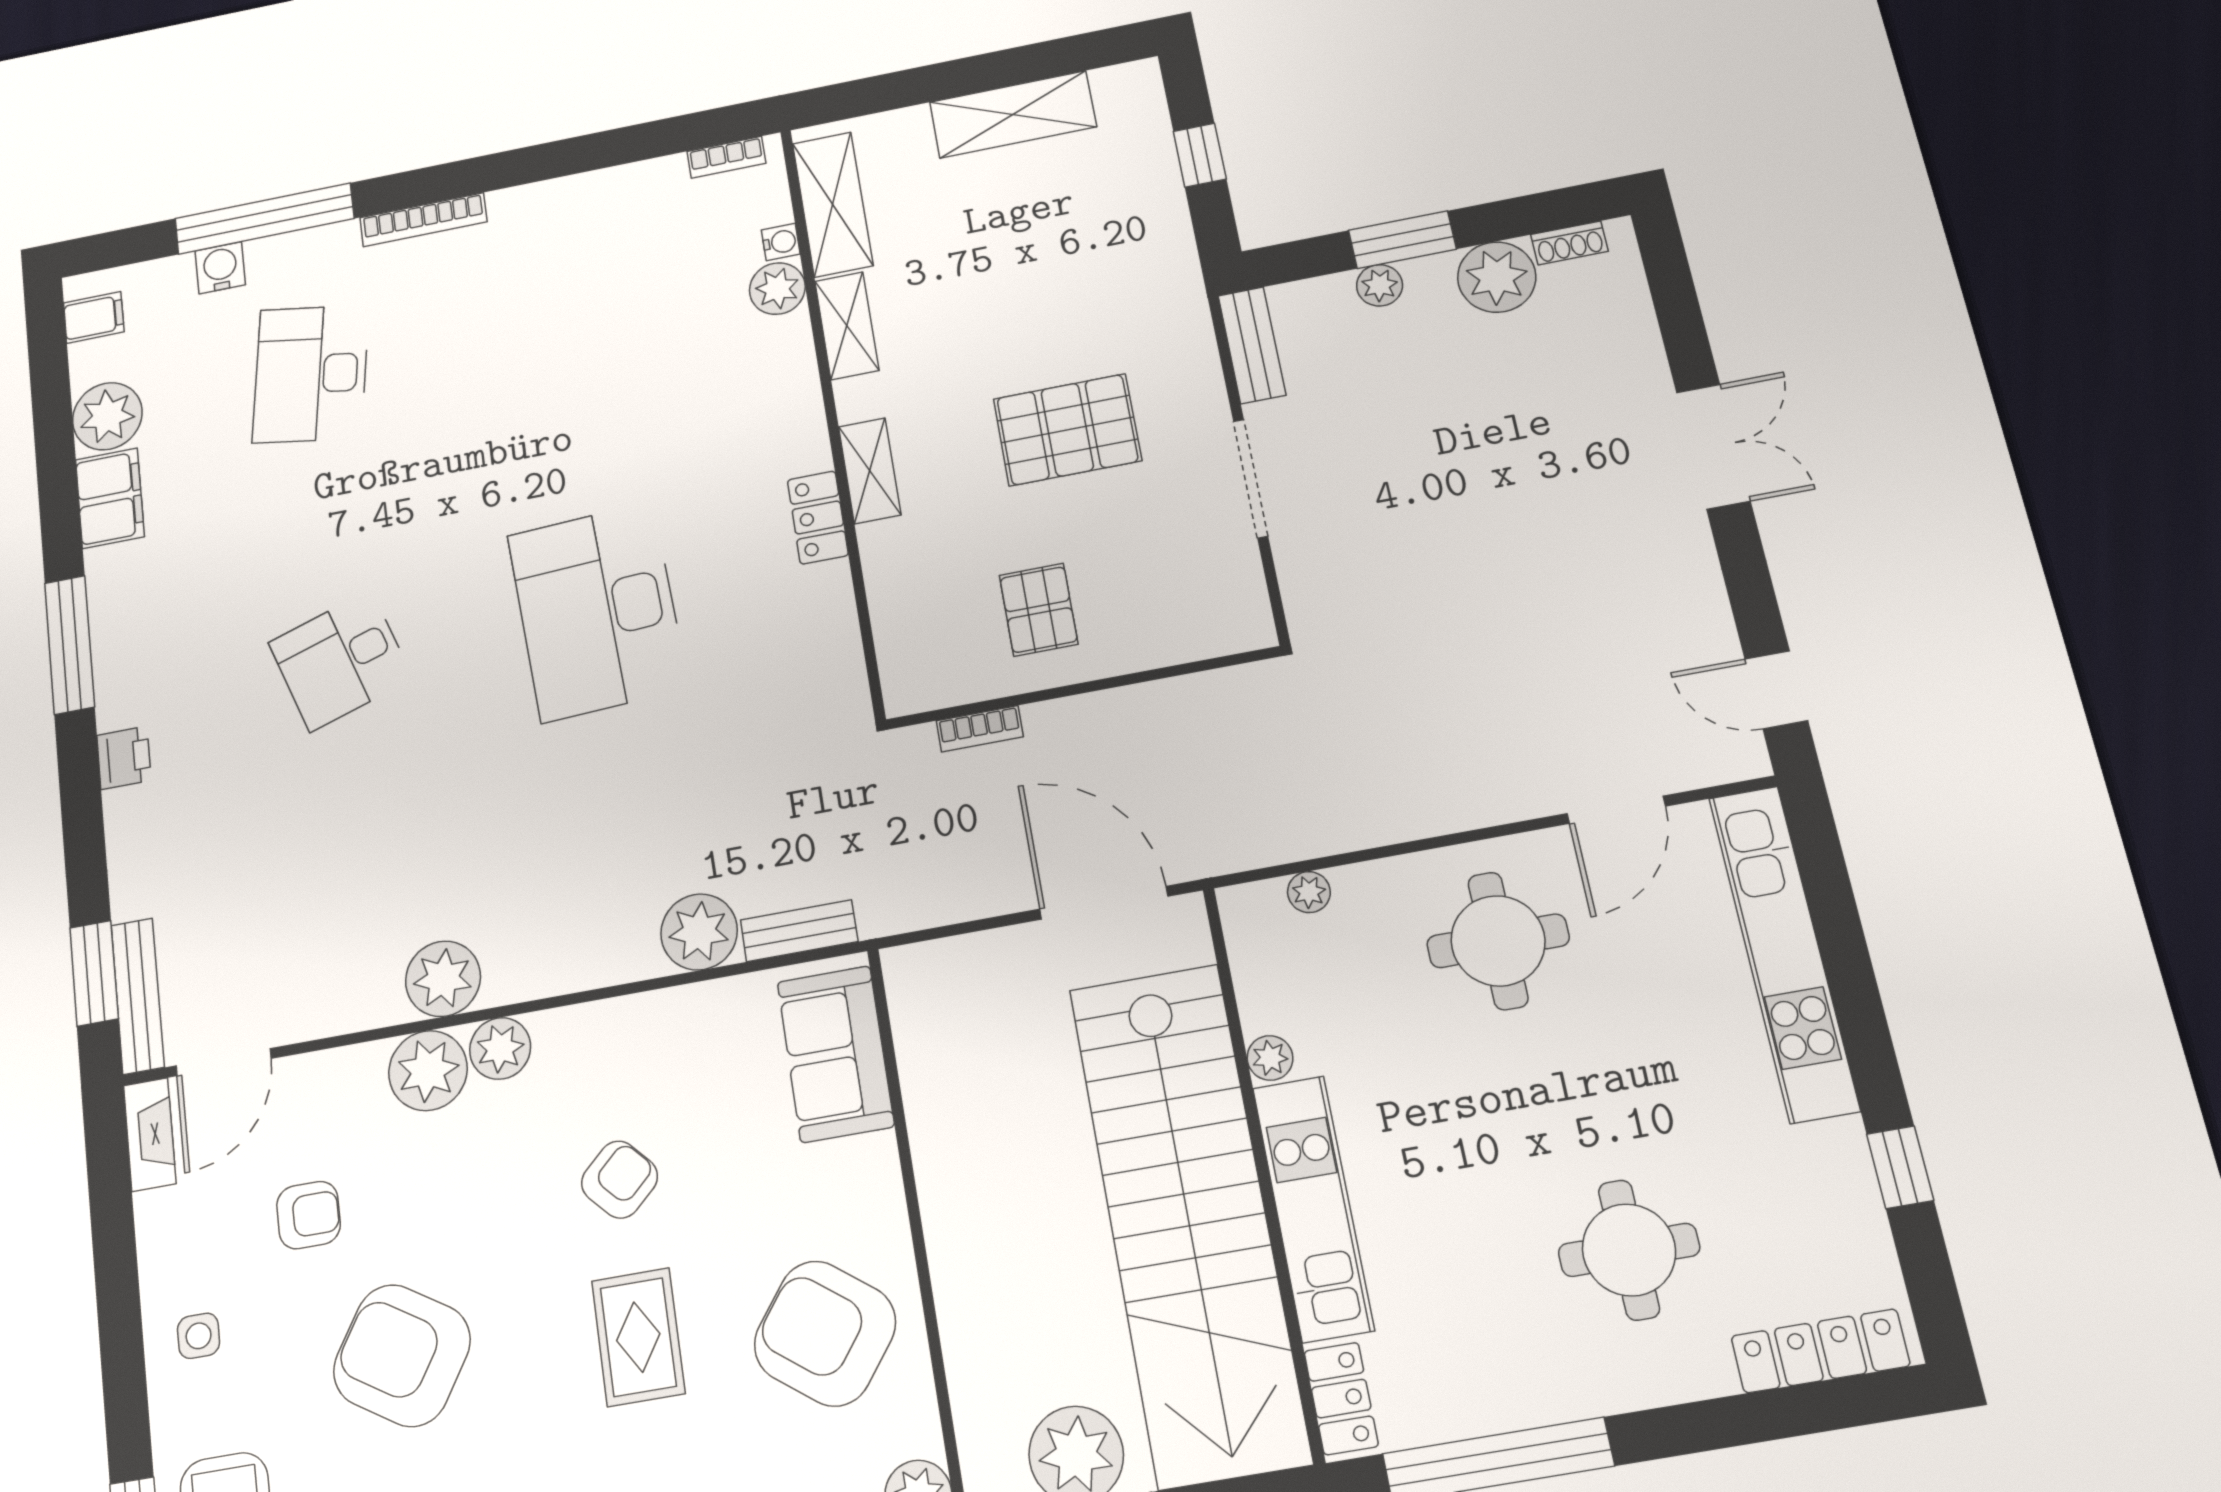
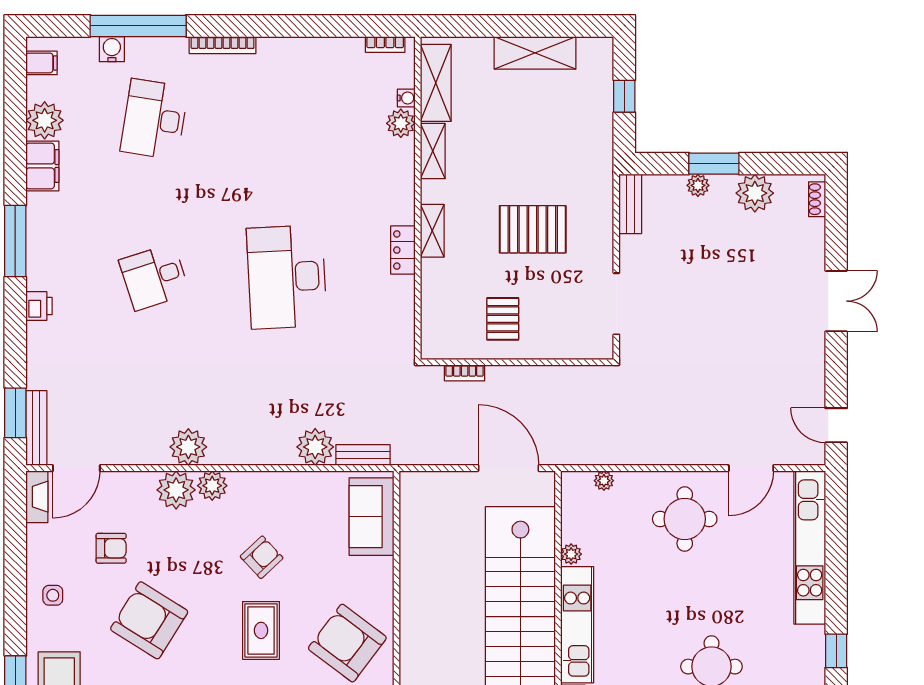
shoe rack: (1569, 243) -> (817, 199), moved, turned 90
doorway: (1251, 479) -> (616, 304), moved

